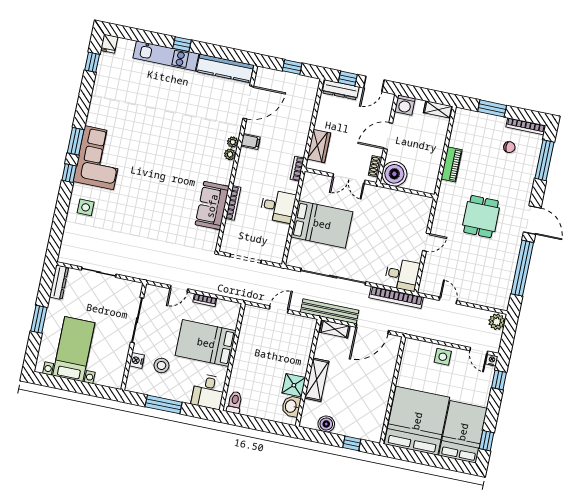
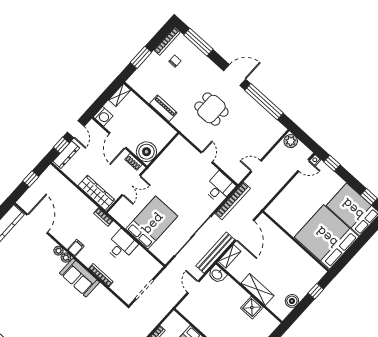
filing cabinet: (250, 141) -> (76, 248), moved
wardrobe: (319, 146) -> (96, 193), width x1.50
sofa: (212, 206) -> (80, 278), moved
side table: (443, 357) -> (293, 193), removed
washbasin: (291, 406) -> (217, 274), moved

